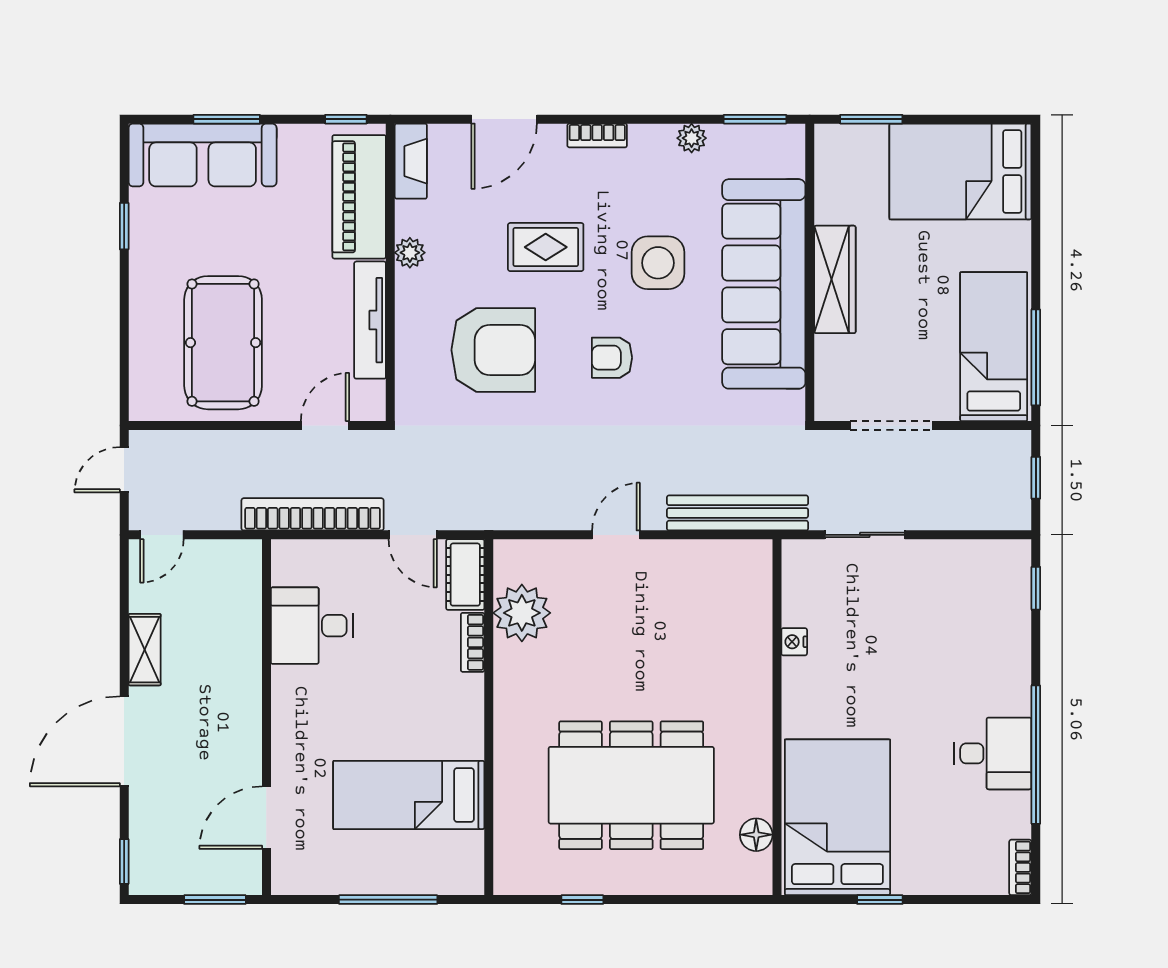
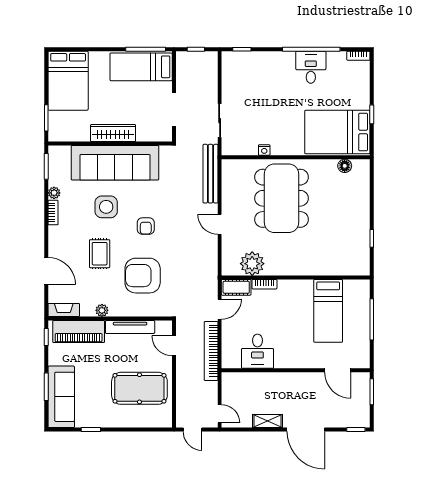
bookcase: (597, 135) -> (53, 213), moved
armchair: (493, 350) -> (143, 276), turned -90
dining table: (631, 785) -> (281, 198), moved

